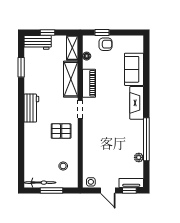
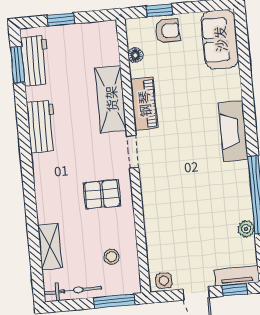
workbench: (38, 42) -> (35, 61), moved, turned -90
shelving: (72, 48) -> (50, 247), moved
window: (21, 67) -> (18, 65), moved
sofa: (134, 69) -> (220, 39), moved
workbench: (31, 108) -> (42, 126), moved
window: (52, 191) -> (114, 301), moved

